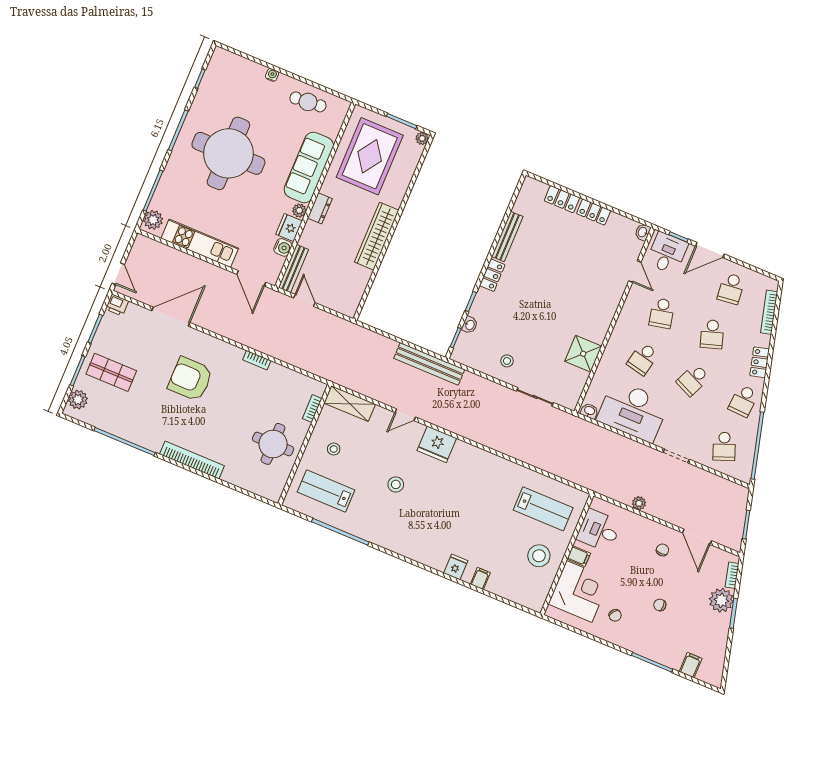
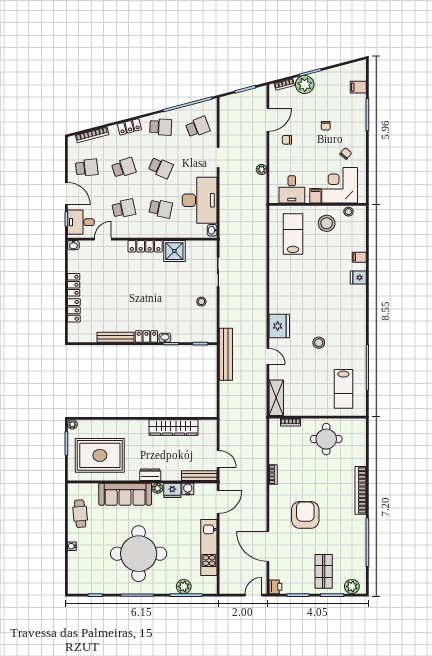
plant: (153, 220) -> (184, 586), moved
wardrobe: (377, 236) -> (173, 427), moved
door: (304, 300) -> (218, 459), swing flipped
locker: (604, 320) -> (145, 246), added
washbasin: (470, 325) -> (165, 338), moved
armchair: (190, 379) -> (305, 515), turned 180
stool: (334, 449) -> (348, 212), moved

